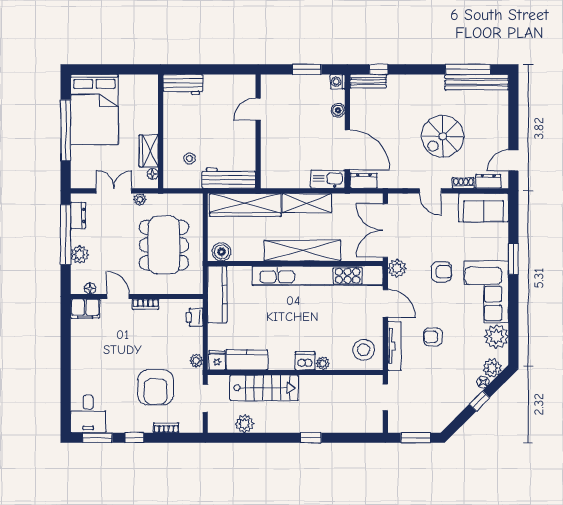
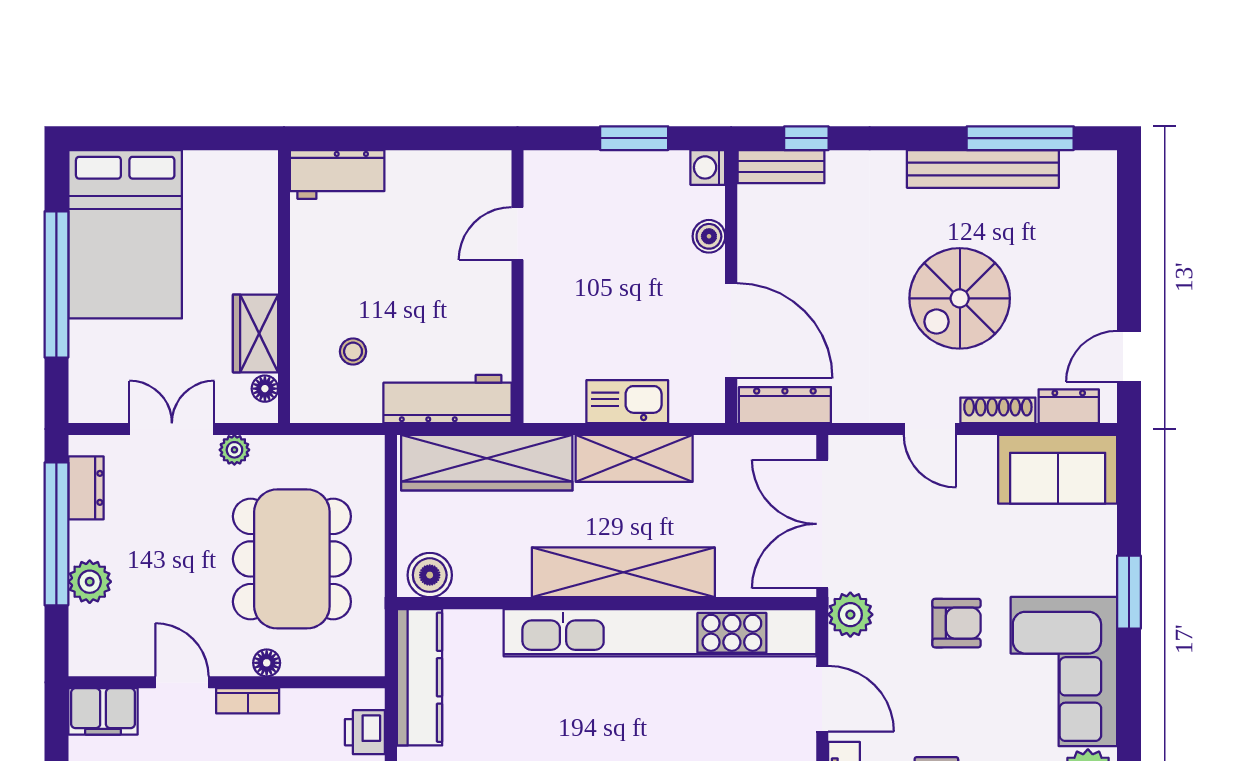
bench: (477, 82) -> (983, 169), moved
kitchen sink: (328, 179) -> (627, 402), moved
dresser: (364, 181) -> (785, 405), width x1.44
shoe rack: (463, 183) -> (998, 410), width x1.43
floor lamp: (90, 288) -> (267, 663), moved

